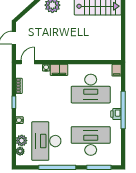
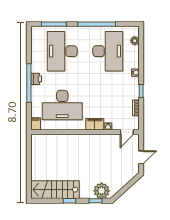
desk: (91, 89) -> (62, 105), turned 180
plant: (22, 141) -> (133, 52), removed
desk: (91, 141) -> (62, 51), turned 90

